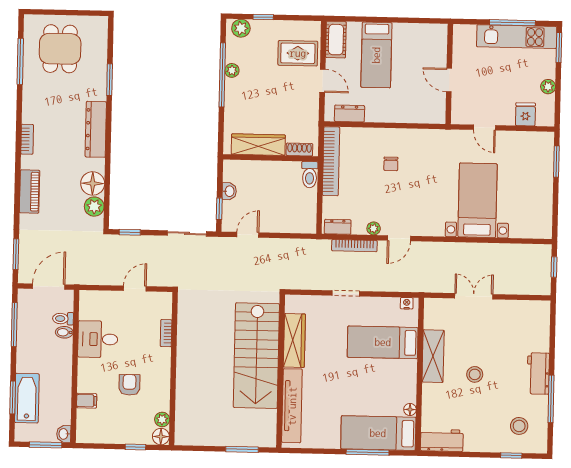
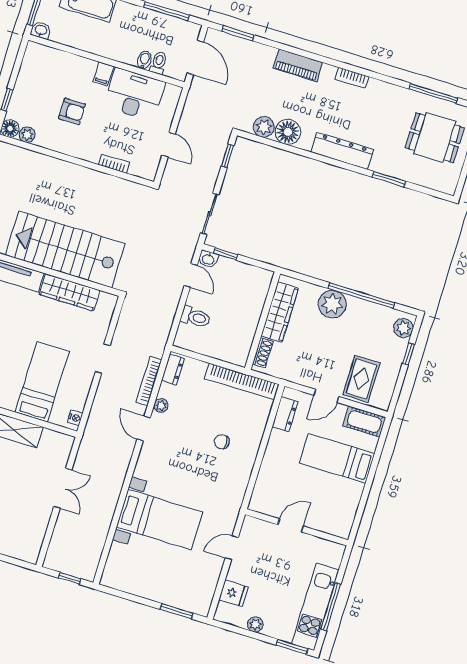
plant: (232, 70) -> (332, 304), moved, width x1.88, depth x1.88
toilet: (310, 175) -> (195, 317), moved, turned 180
washbasin: (229, 191) -> (208, 259), moved
desk: (98, 339) -> (134, 94), width x1.37
filing cabinet: (87, 401) -> (103, 74), moved

